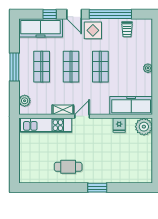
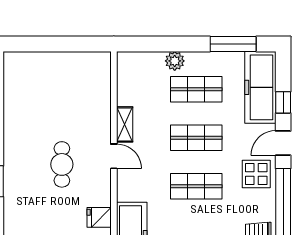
window: (14, 67) -> (233, 44), moved
plant: (25, 101) -> (175, 61), moved
kitchen unit: (46, 125) -> (99, 97), removed
cafe table: (68, 167) -> (62, 164), moved

